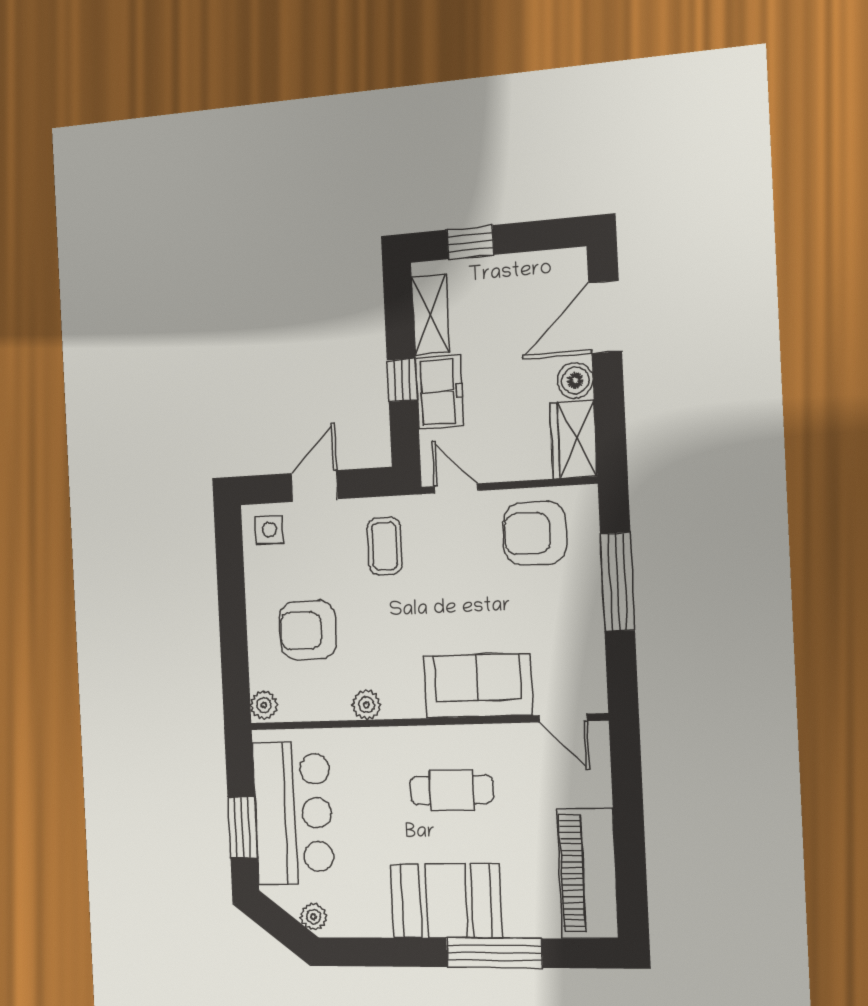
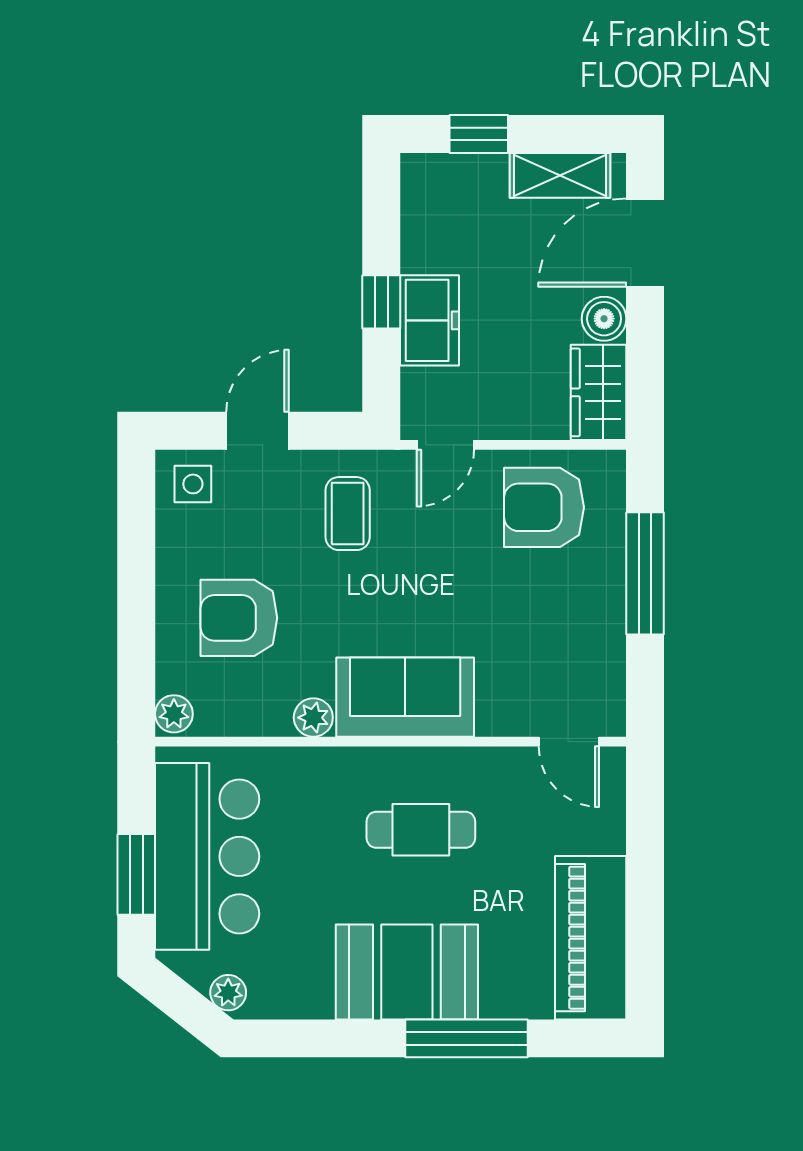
shelving: (431, 315) -> (560, 175), moved, turned 90
door: (456, 488) -> (445, 445), swing flipped
sofa: (478, 686) -> (405, 697), moved

